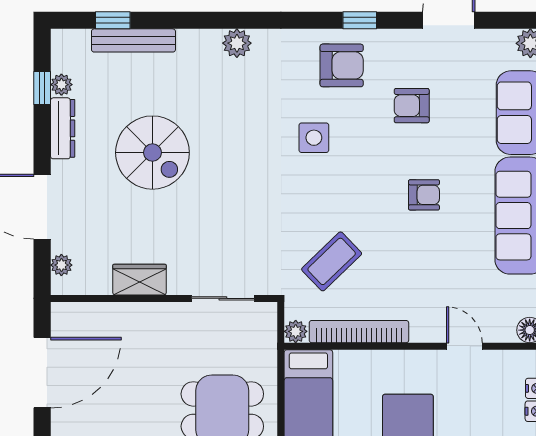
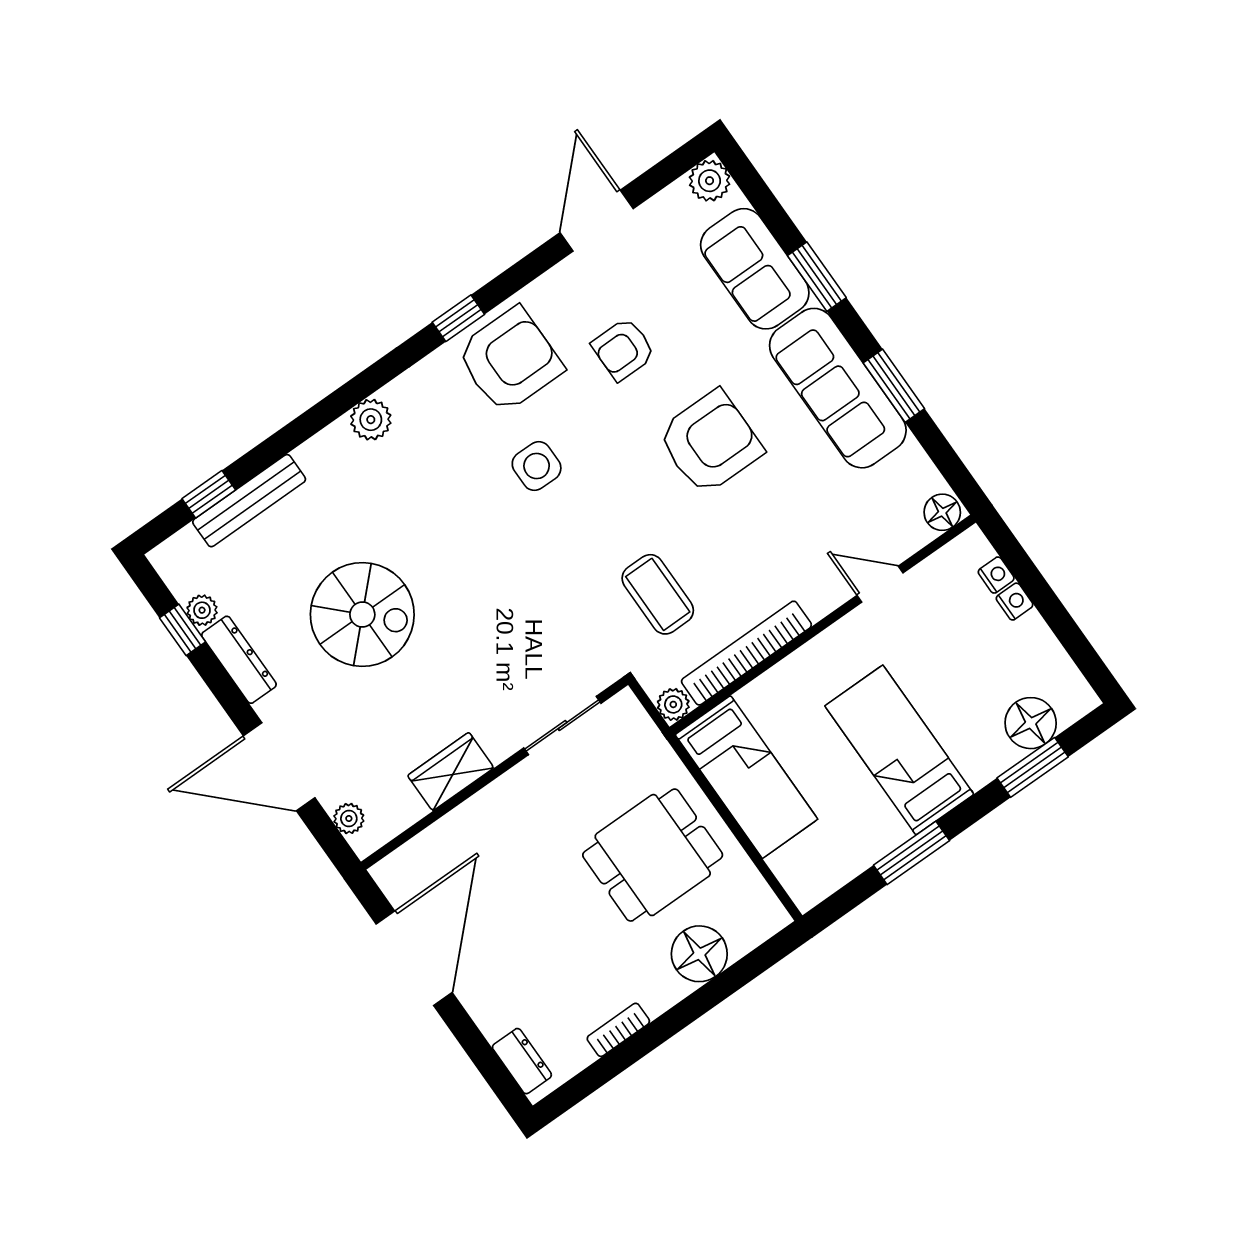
window: (360, 20) -> (458, 318), moved
armchair: (342, 65) -> (510, 360), width x1.36, depth x1.36
armchair: (424, 195) -> (710, 442), width x1.88, depth x1.88
coffee table: (332, 261) -> (658, 594), turned -46

